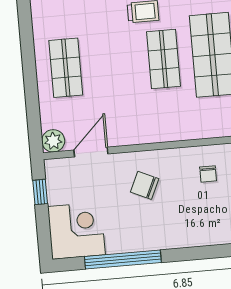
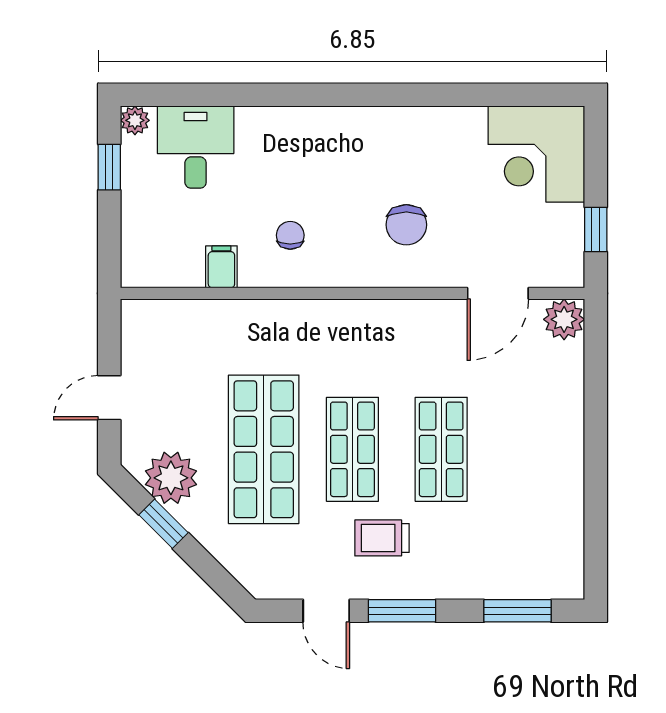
shop shelf: (66, 68) -> (441, 449), moved
chair: (145, 185) -> (406, 225), turned 65
window: (123, 259) -> (457, 95), removed

